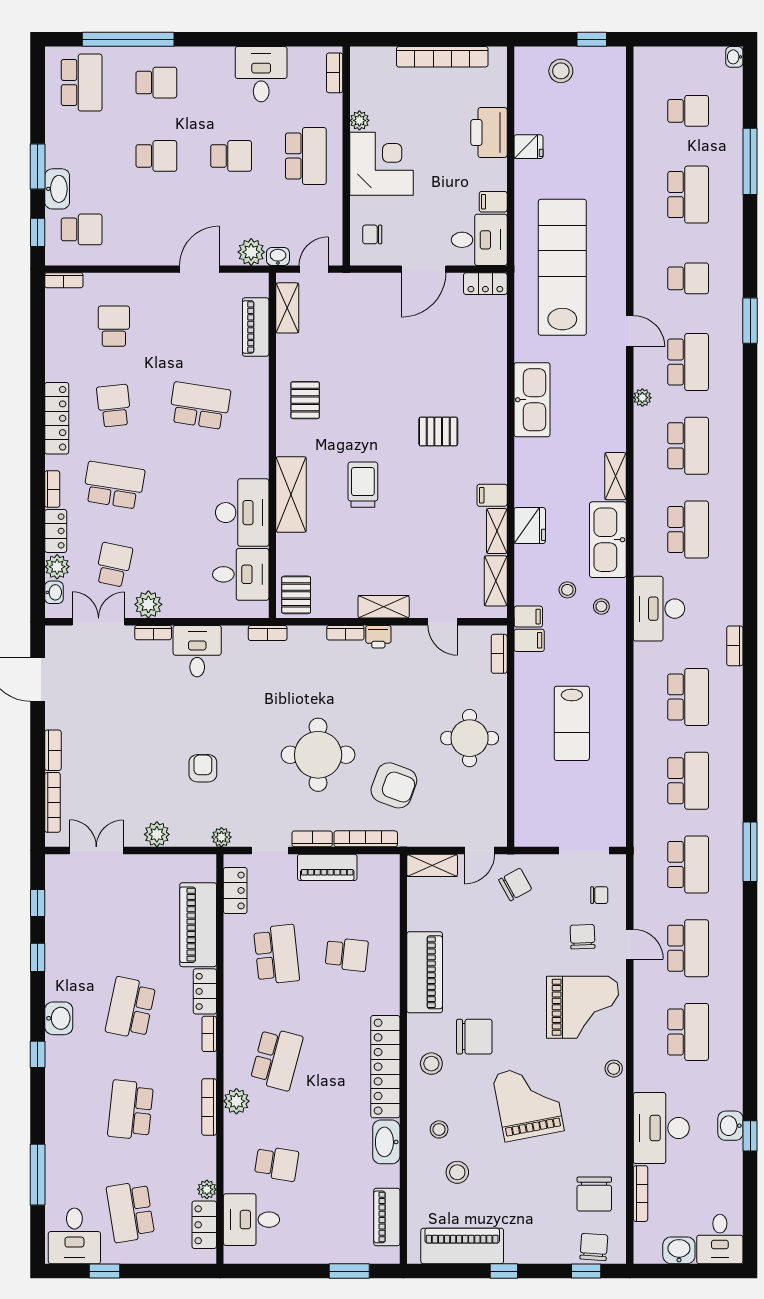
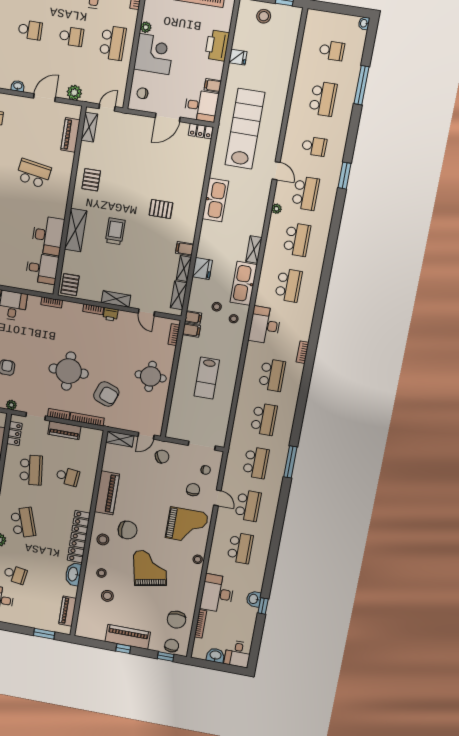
washbasin: (278, 256) -> (18, 86), moved
school desk: (277, 1059) -> (23, 523), turned -33
piano: (462, 1246) -> (128, 637), moved

